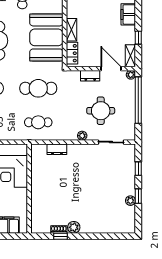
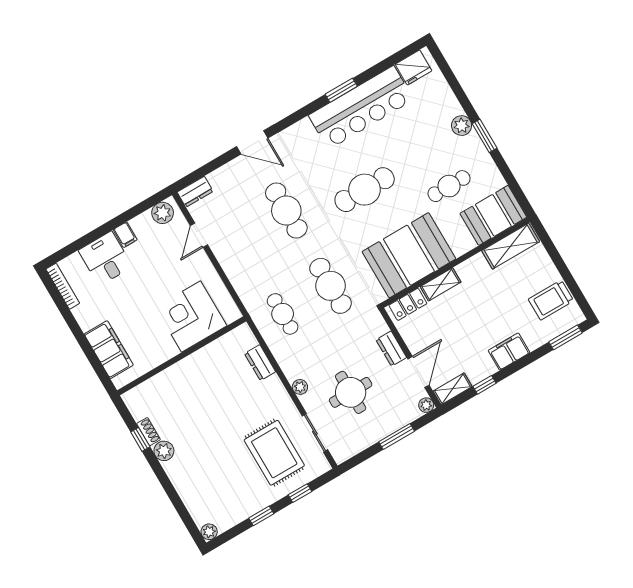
window: (138, 100) -> (397, 436), width x0.47
rug: (109, 170) -> (274, 453), added
plant: (130, 201) -> (209, 532), moved

